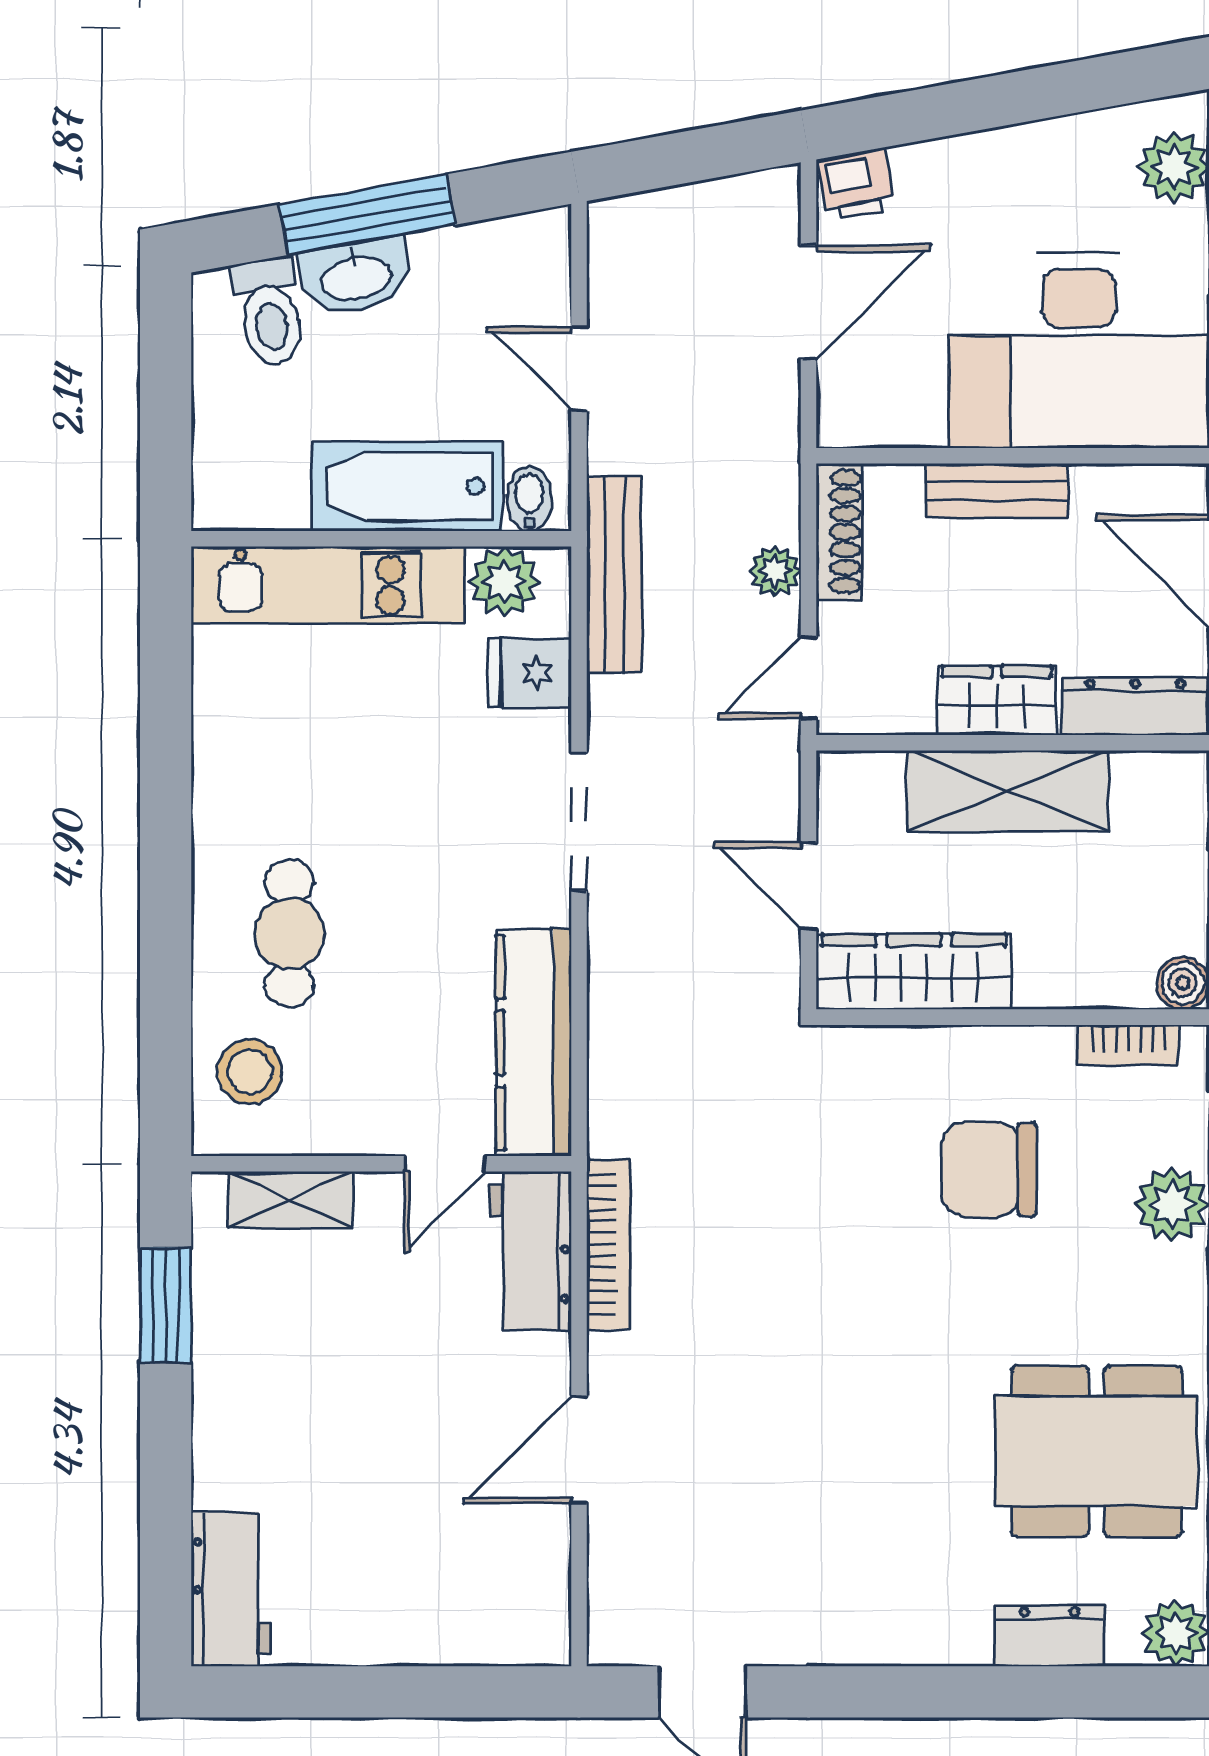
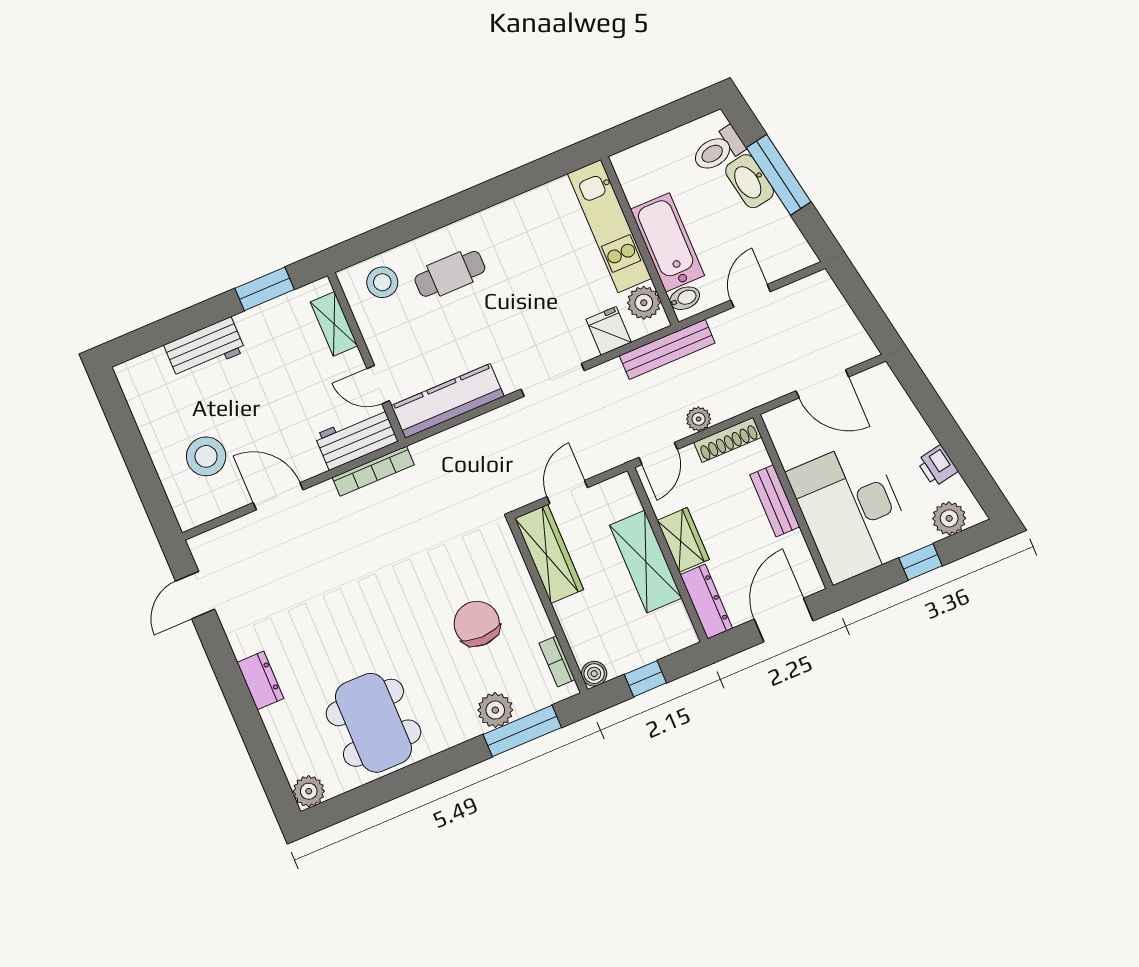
printer: (857, 184) -> (937, 466), moved
door: (809, 678) -> (658, 453), swing flipped
stool: (442, 1557) -> (206, 456), added
workbench: (231, 1589) -> (205, 348), moved
dresser: (1050, 1636) -> (260, 680), moved

